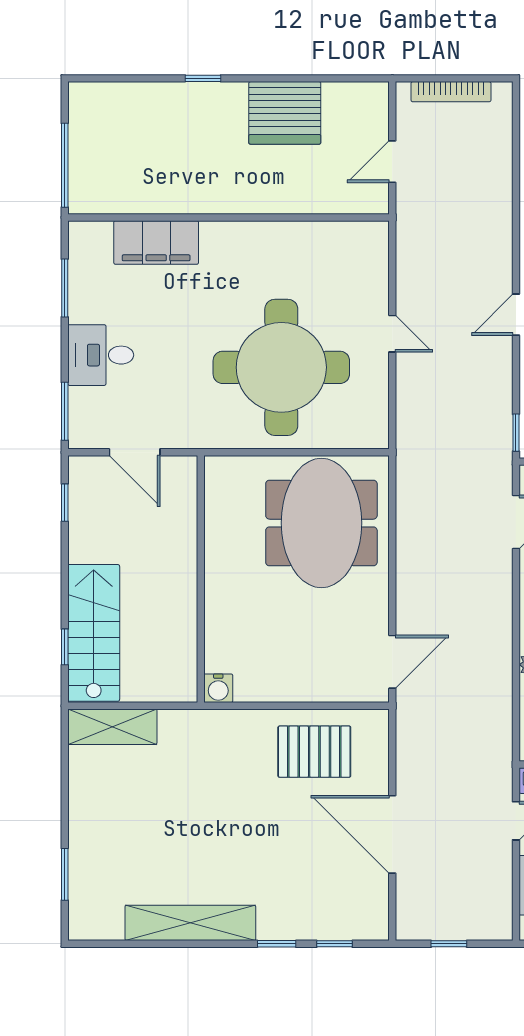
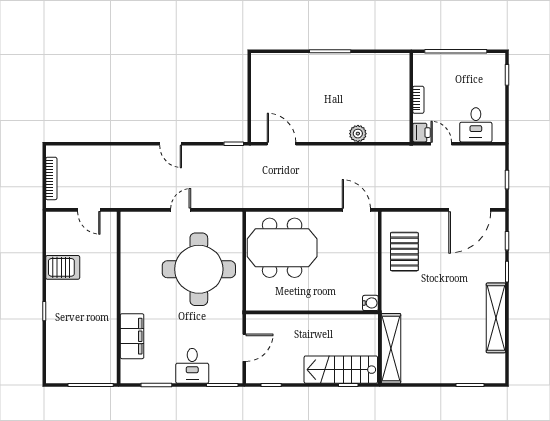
server rack: (285, 113) -> (63, 267), width x0.62
shelving: (112, 727) -> (391, 348), width x1.47
door: (392, 834) -> (470, 210), moved

